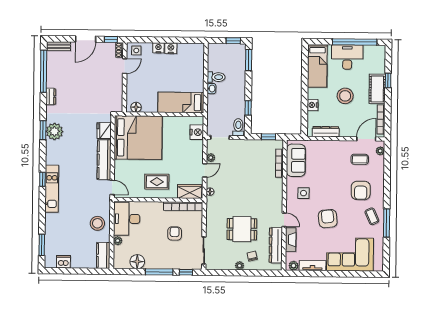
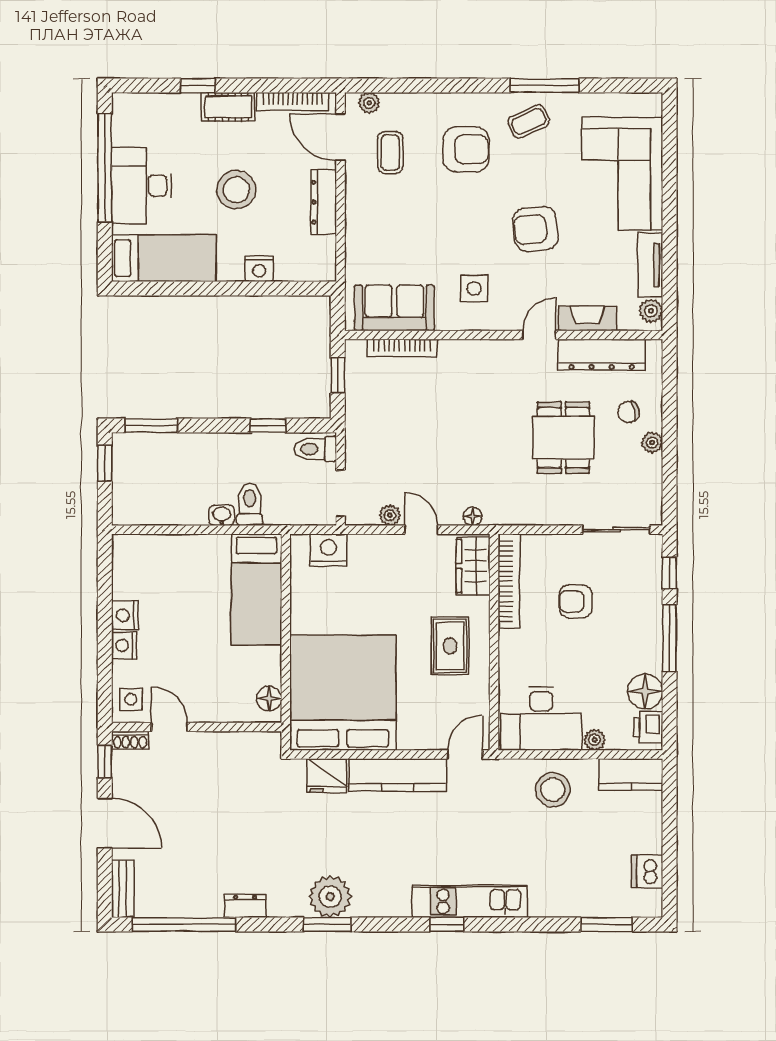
toilet: (216, 77) -> (250, 504), moved
cot: (377, 89) -> (228, 107), width x0.73, depth x0.75
dresser: (326, 132) -> (324, 202), moved
printer: (123, 263) -> (648, 727), added

